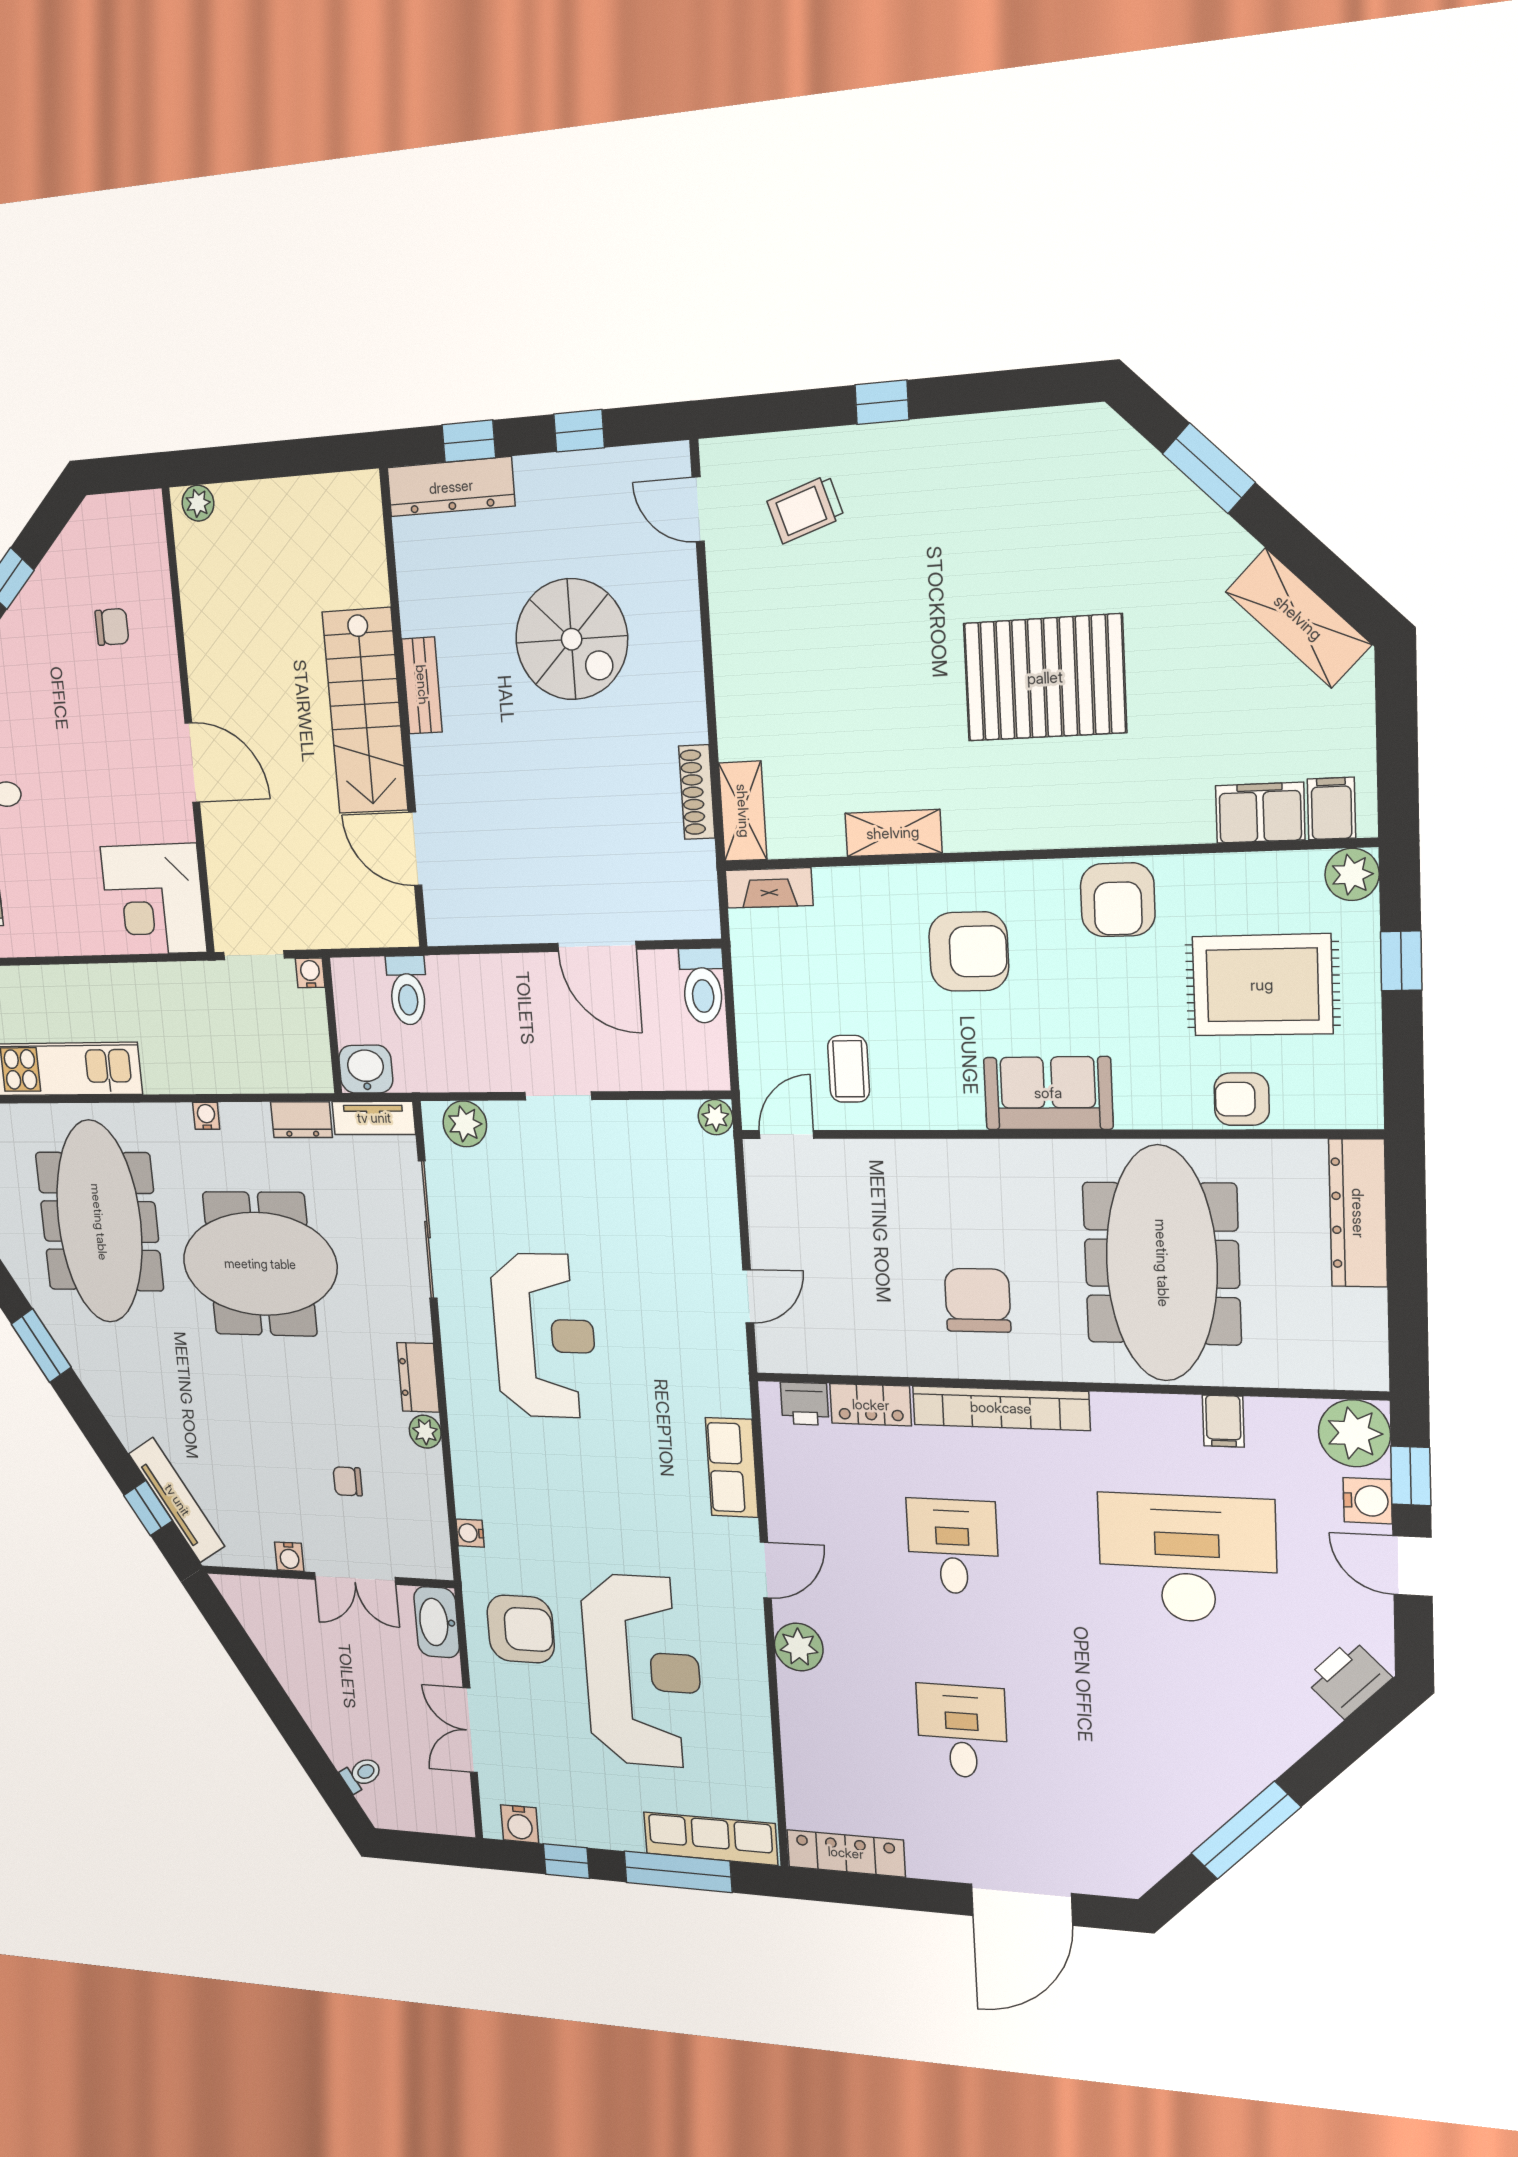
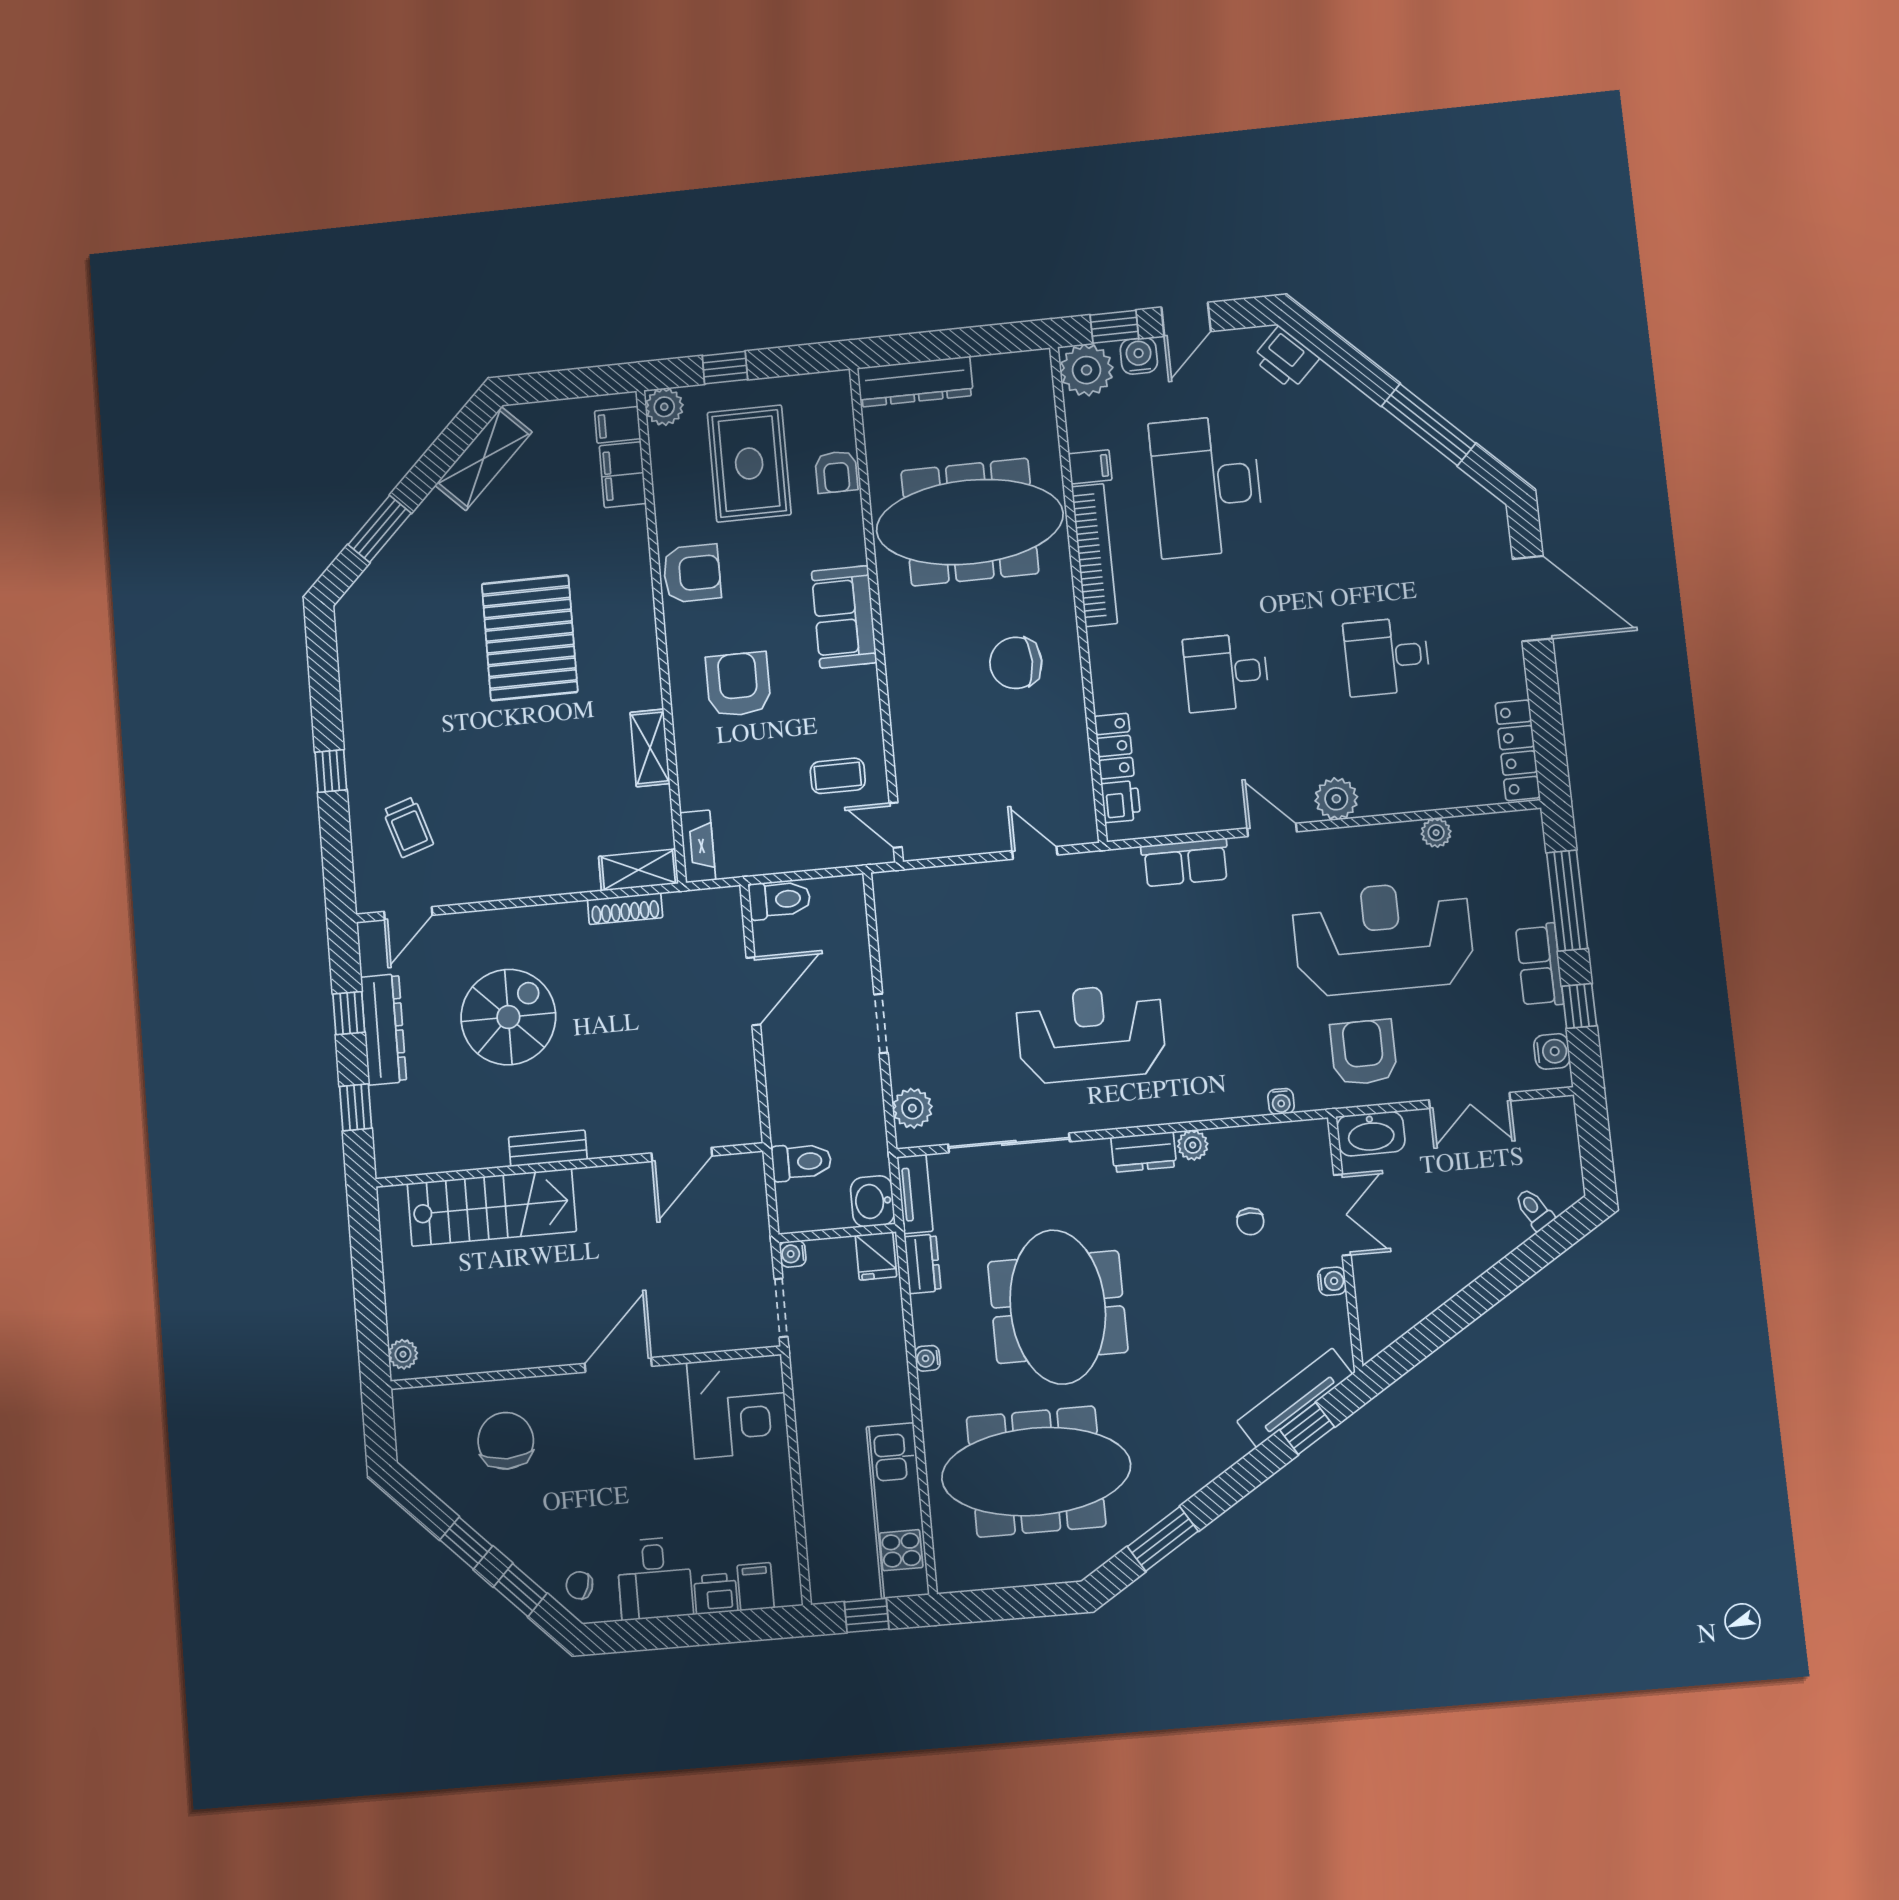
dresser: (451, 487) -> (384, 1029), moved
chair: (112, 627) -> (506, 1441), width x1.87, depth x1.87
stairs: (365, 711) -> (492, 1207), moved
fridge: (309, 1068) -> (876, 1256), added
plant: (715, 1117) -> (1436, 833), moved
bookcase: (1001, 1408) -> (1094, 555), moved
row of seats: (710, 1839) -> (1540, 965), moved, width x0.68

